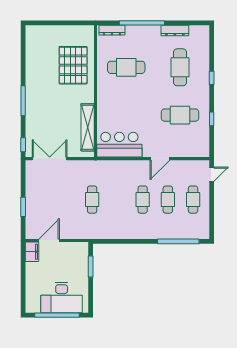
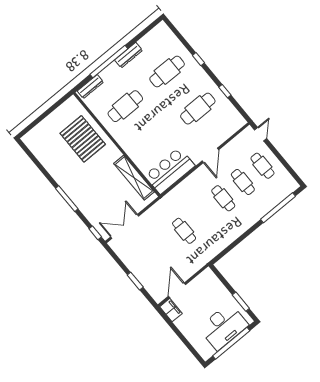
dresser: (175, 30) -> (129, 55), moved
cafe table: (180, 67) -> (167, 72), turned 90
window: (91, 267) -> (241, 302), moved

